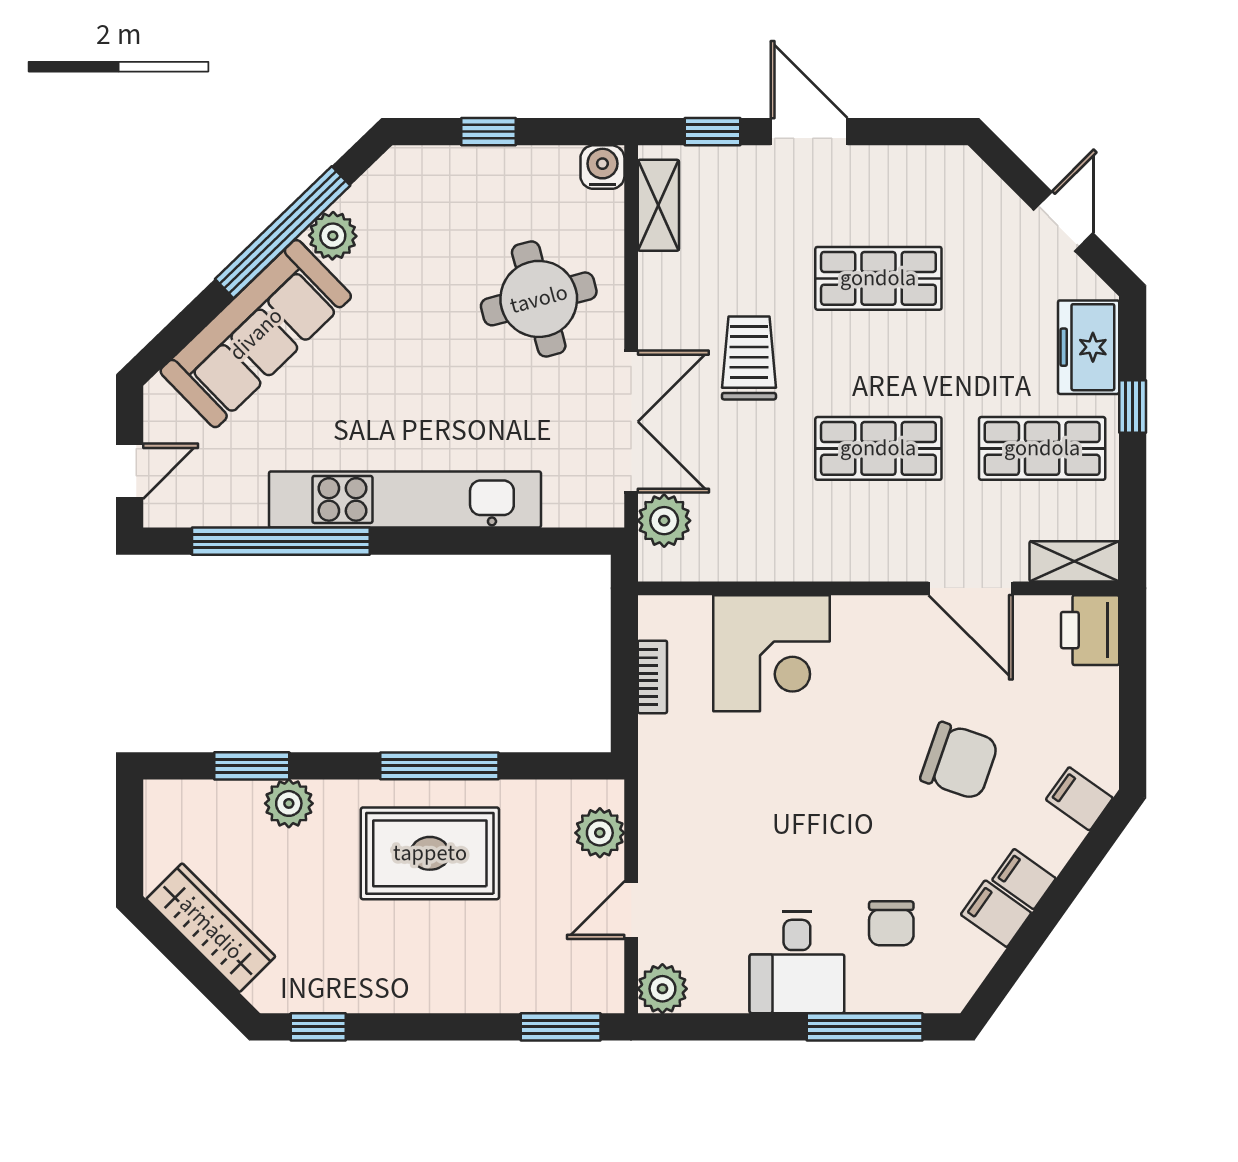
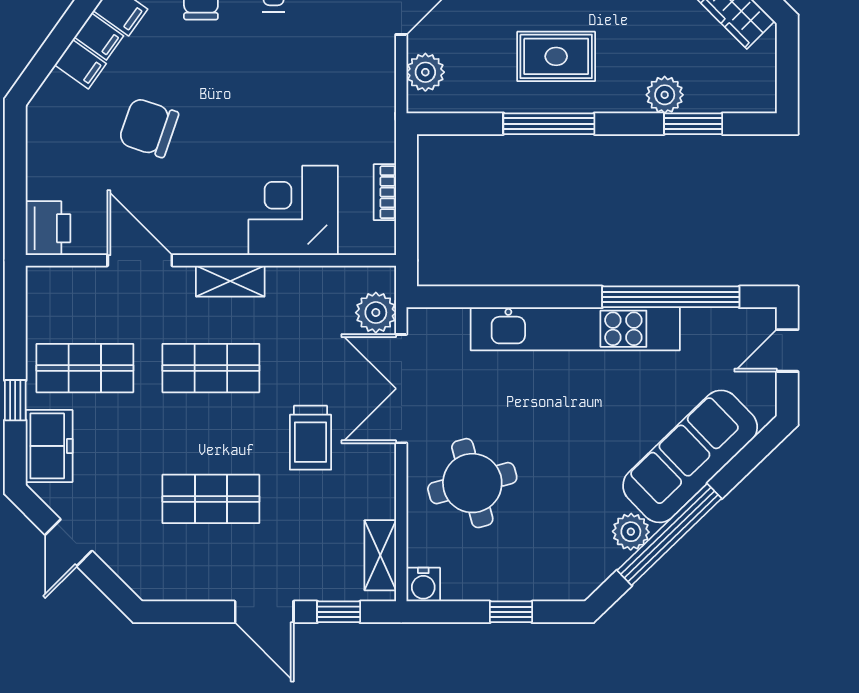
shelving: (1074, 561) -> (230, 281), moved
filing cabinet: (1079, 799) -> (80, 64), moved
rug: (430, 853) -> (556, 56), width x0.73, depth x0.70

